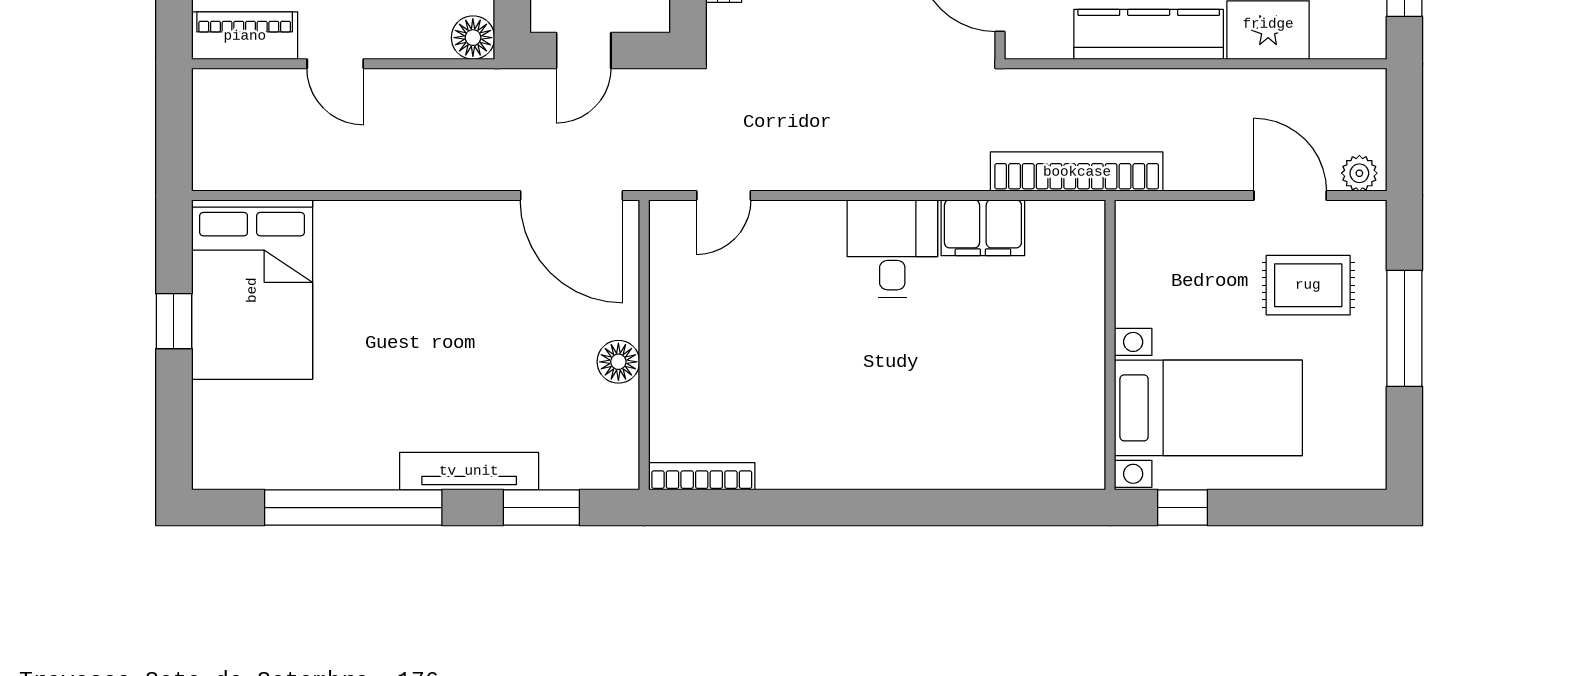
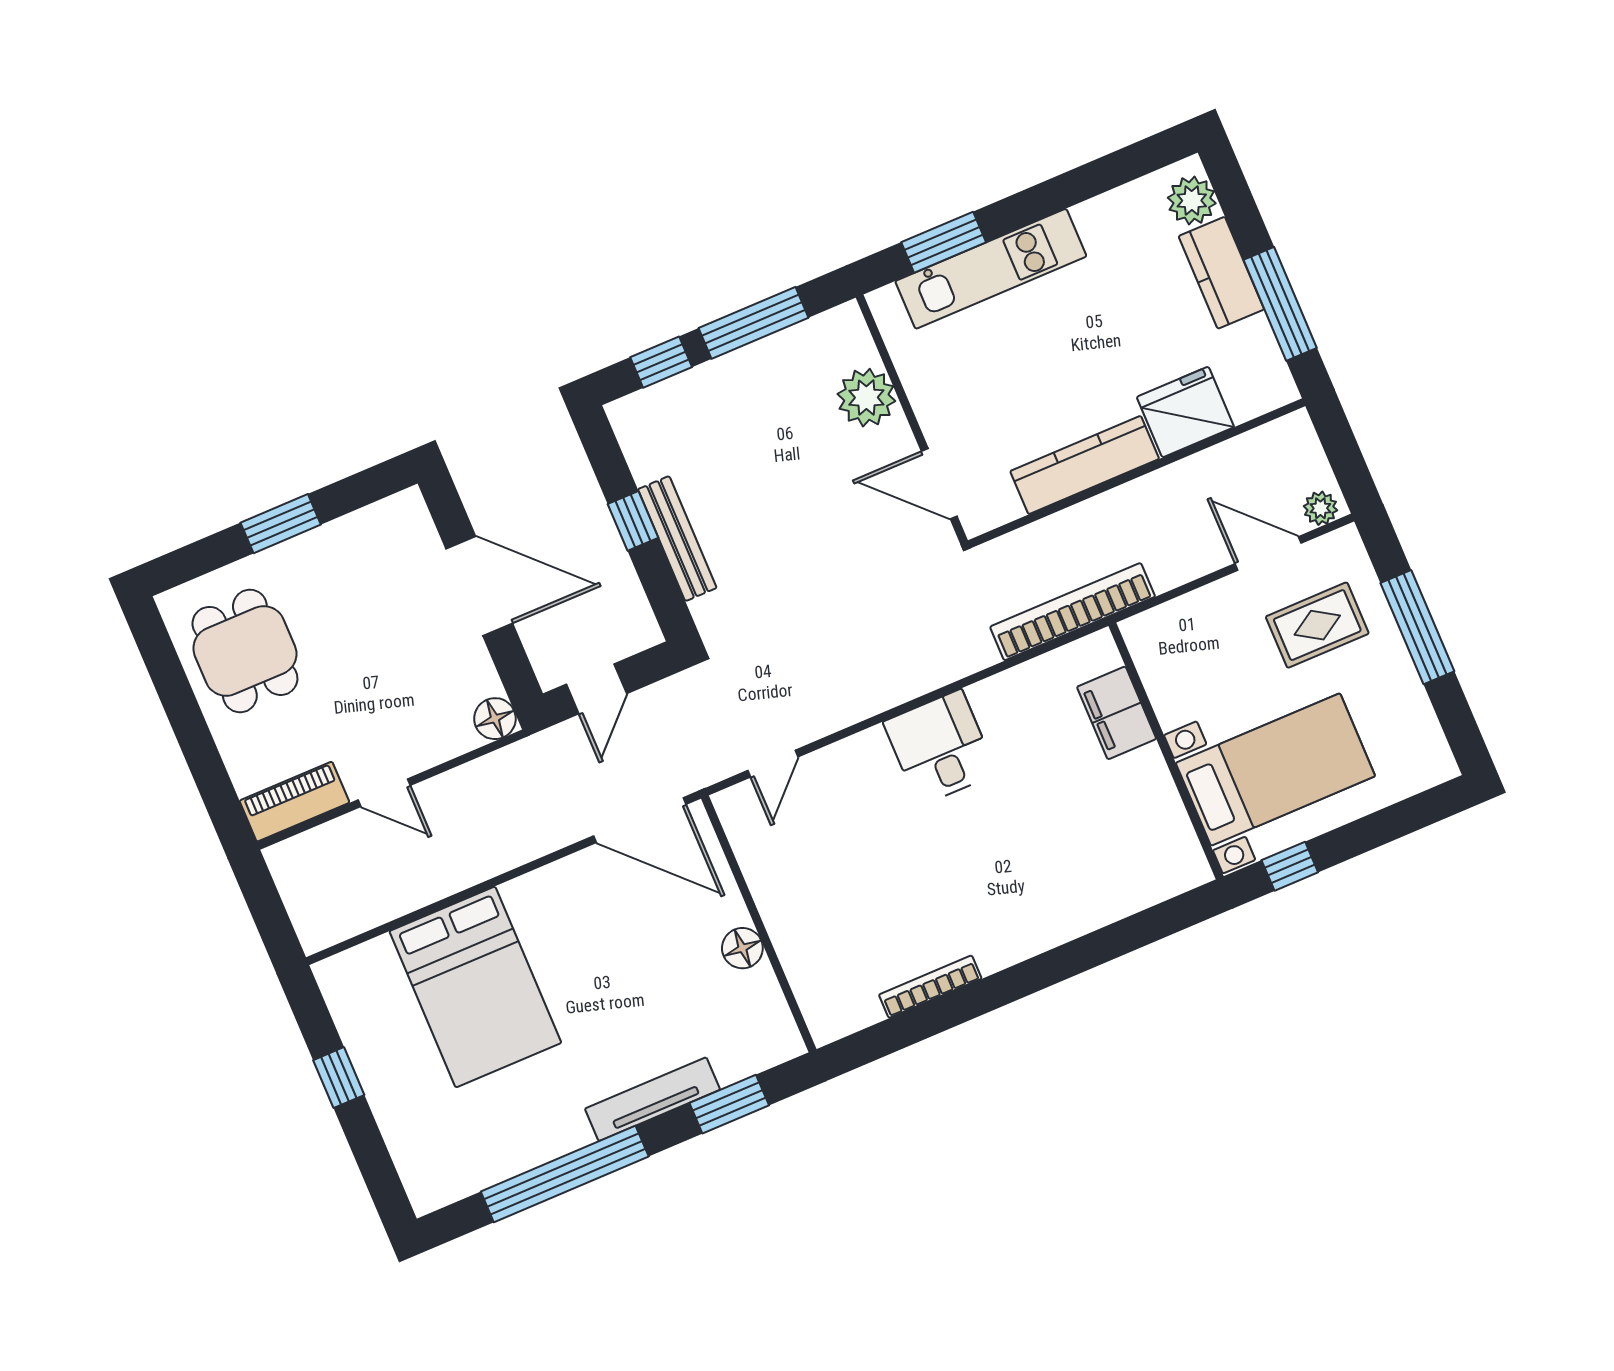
filing cabinet: (983, 228) -> (1117, 713), moved, turned 90
bed: (252, 290) -> (475, 987), moved
bookcase: (702, 476) -> (930, 987), moved

